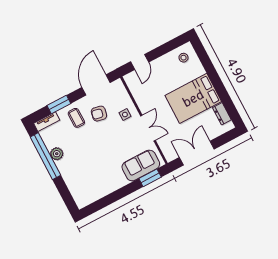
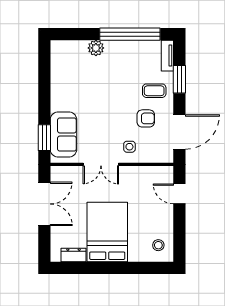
door: (96, 85) -> (179, 132), hinge flipped
armchair: (99, 114) -> (146, 118), turned 79
plant: (57, 154) -> (96, 48), moved

